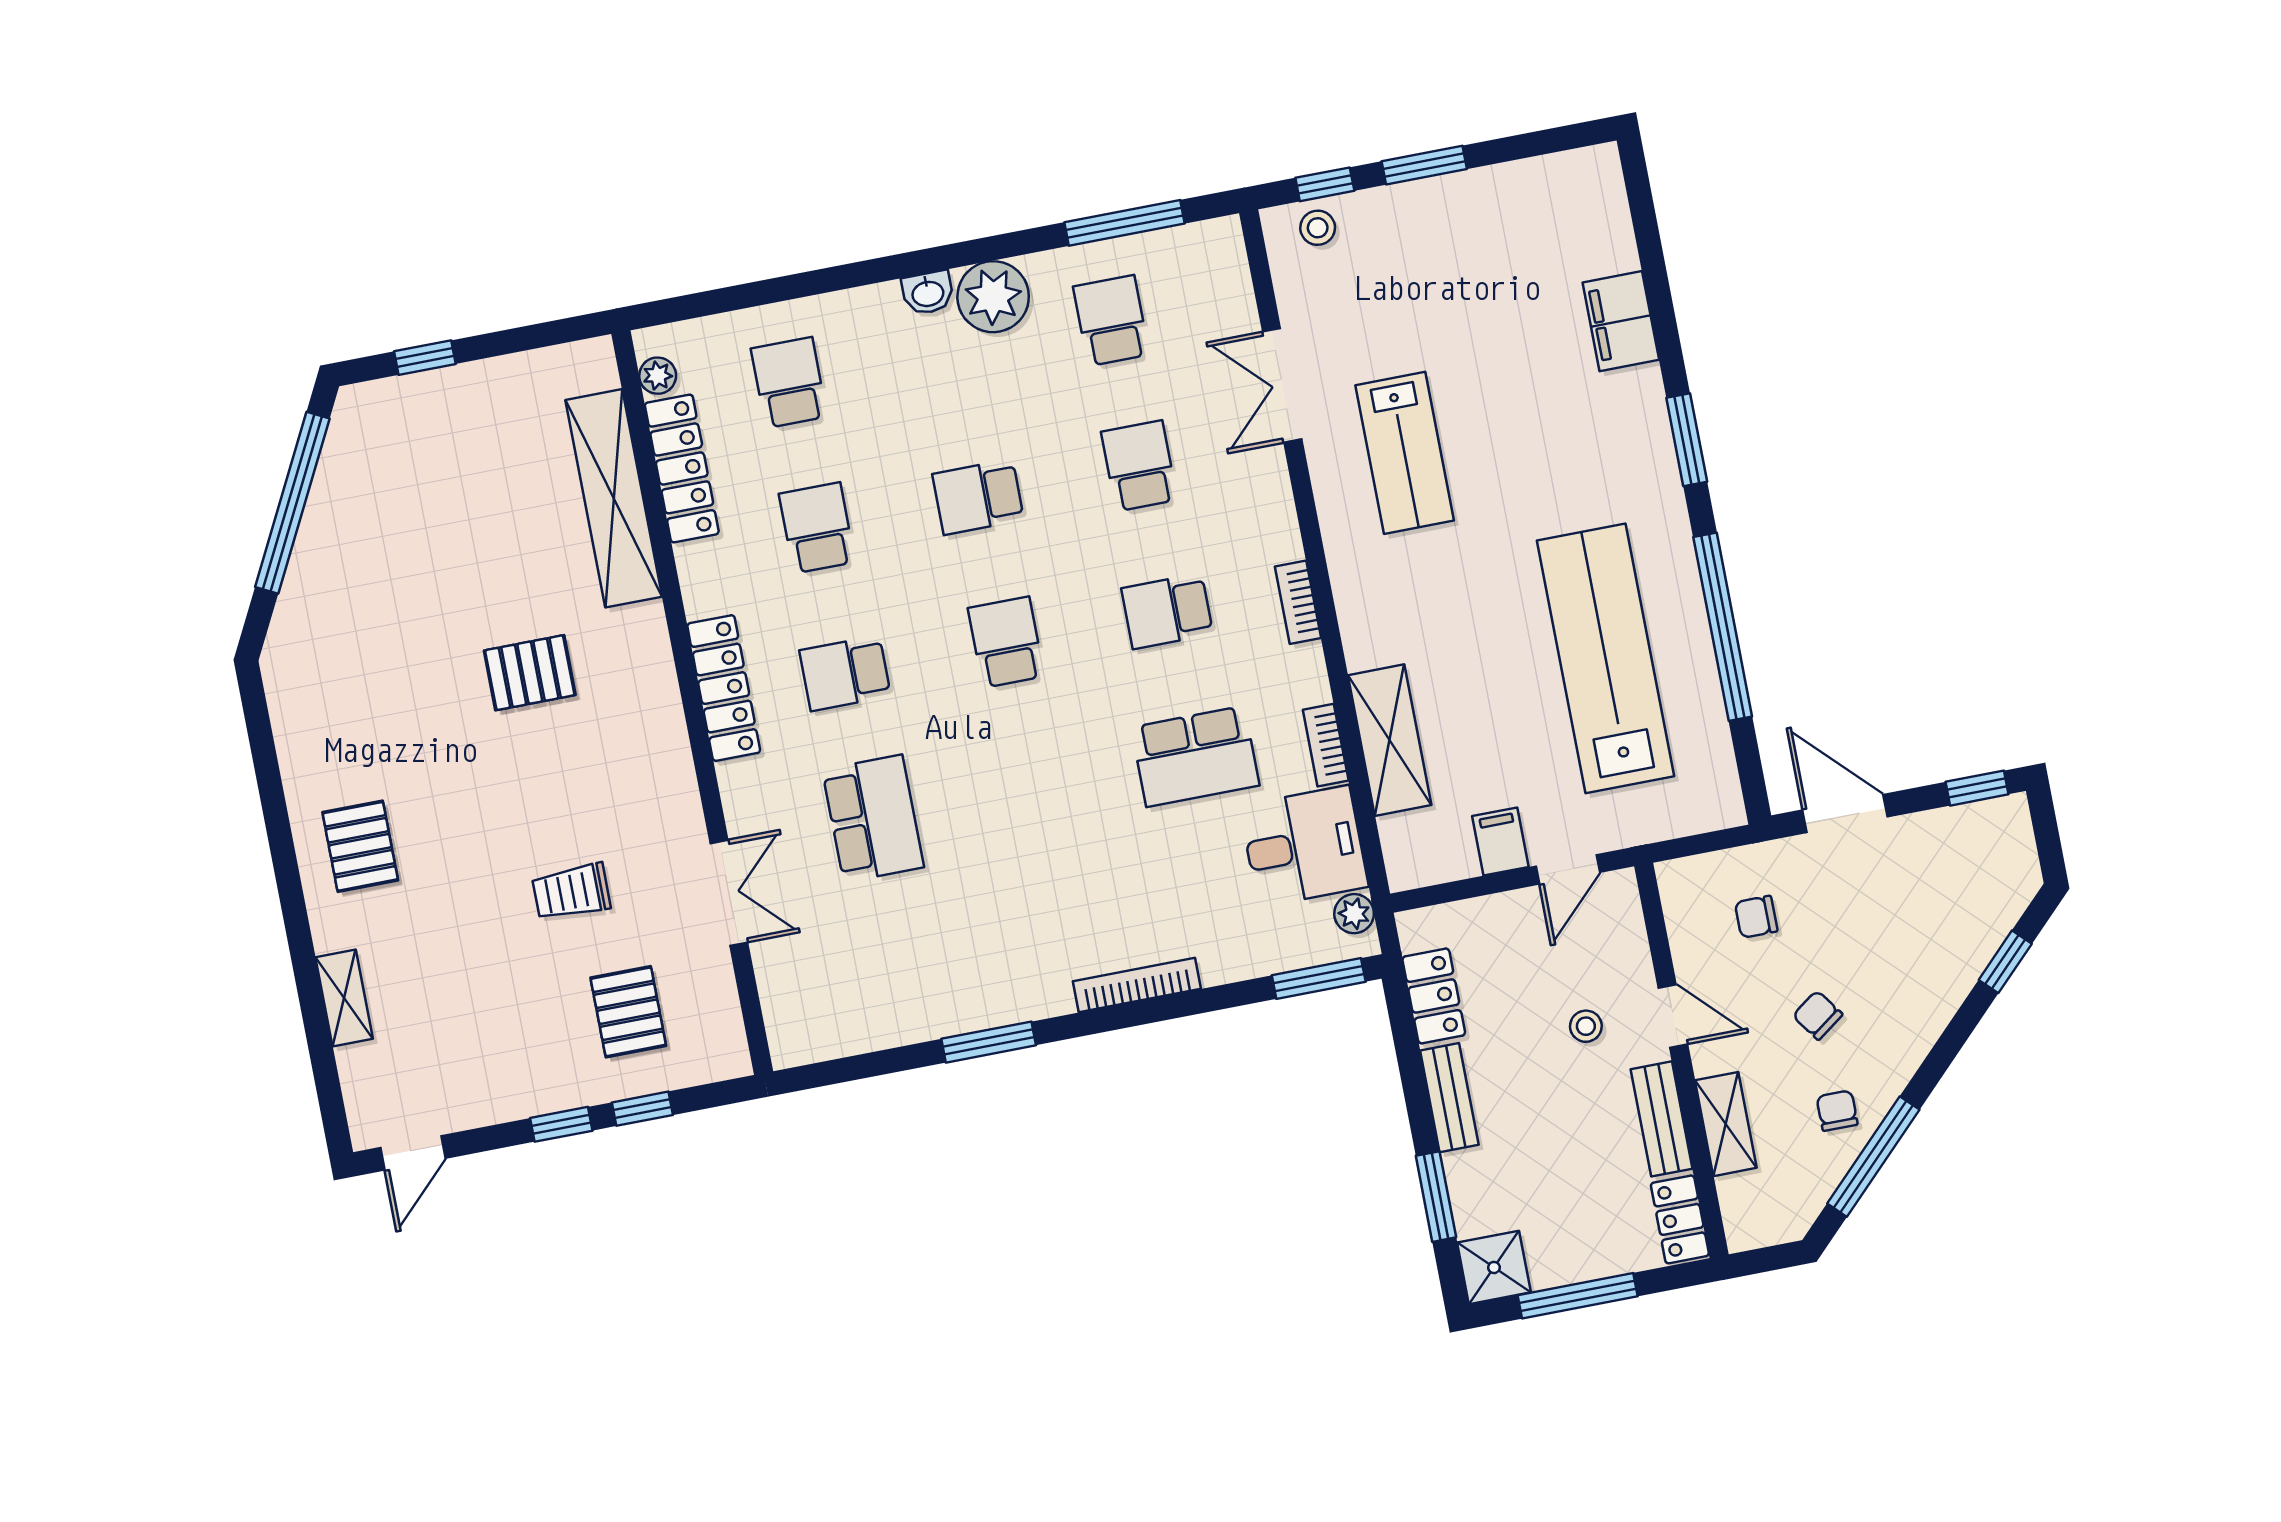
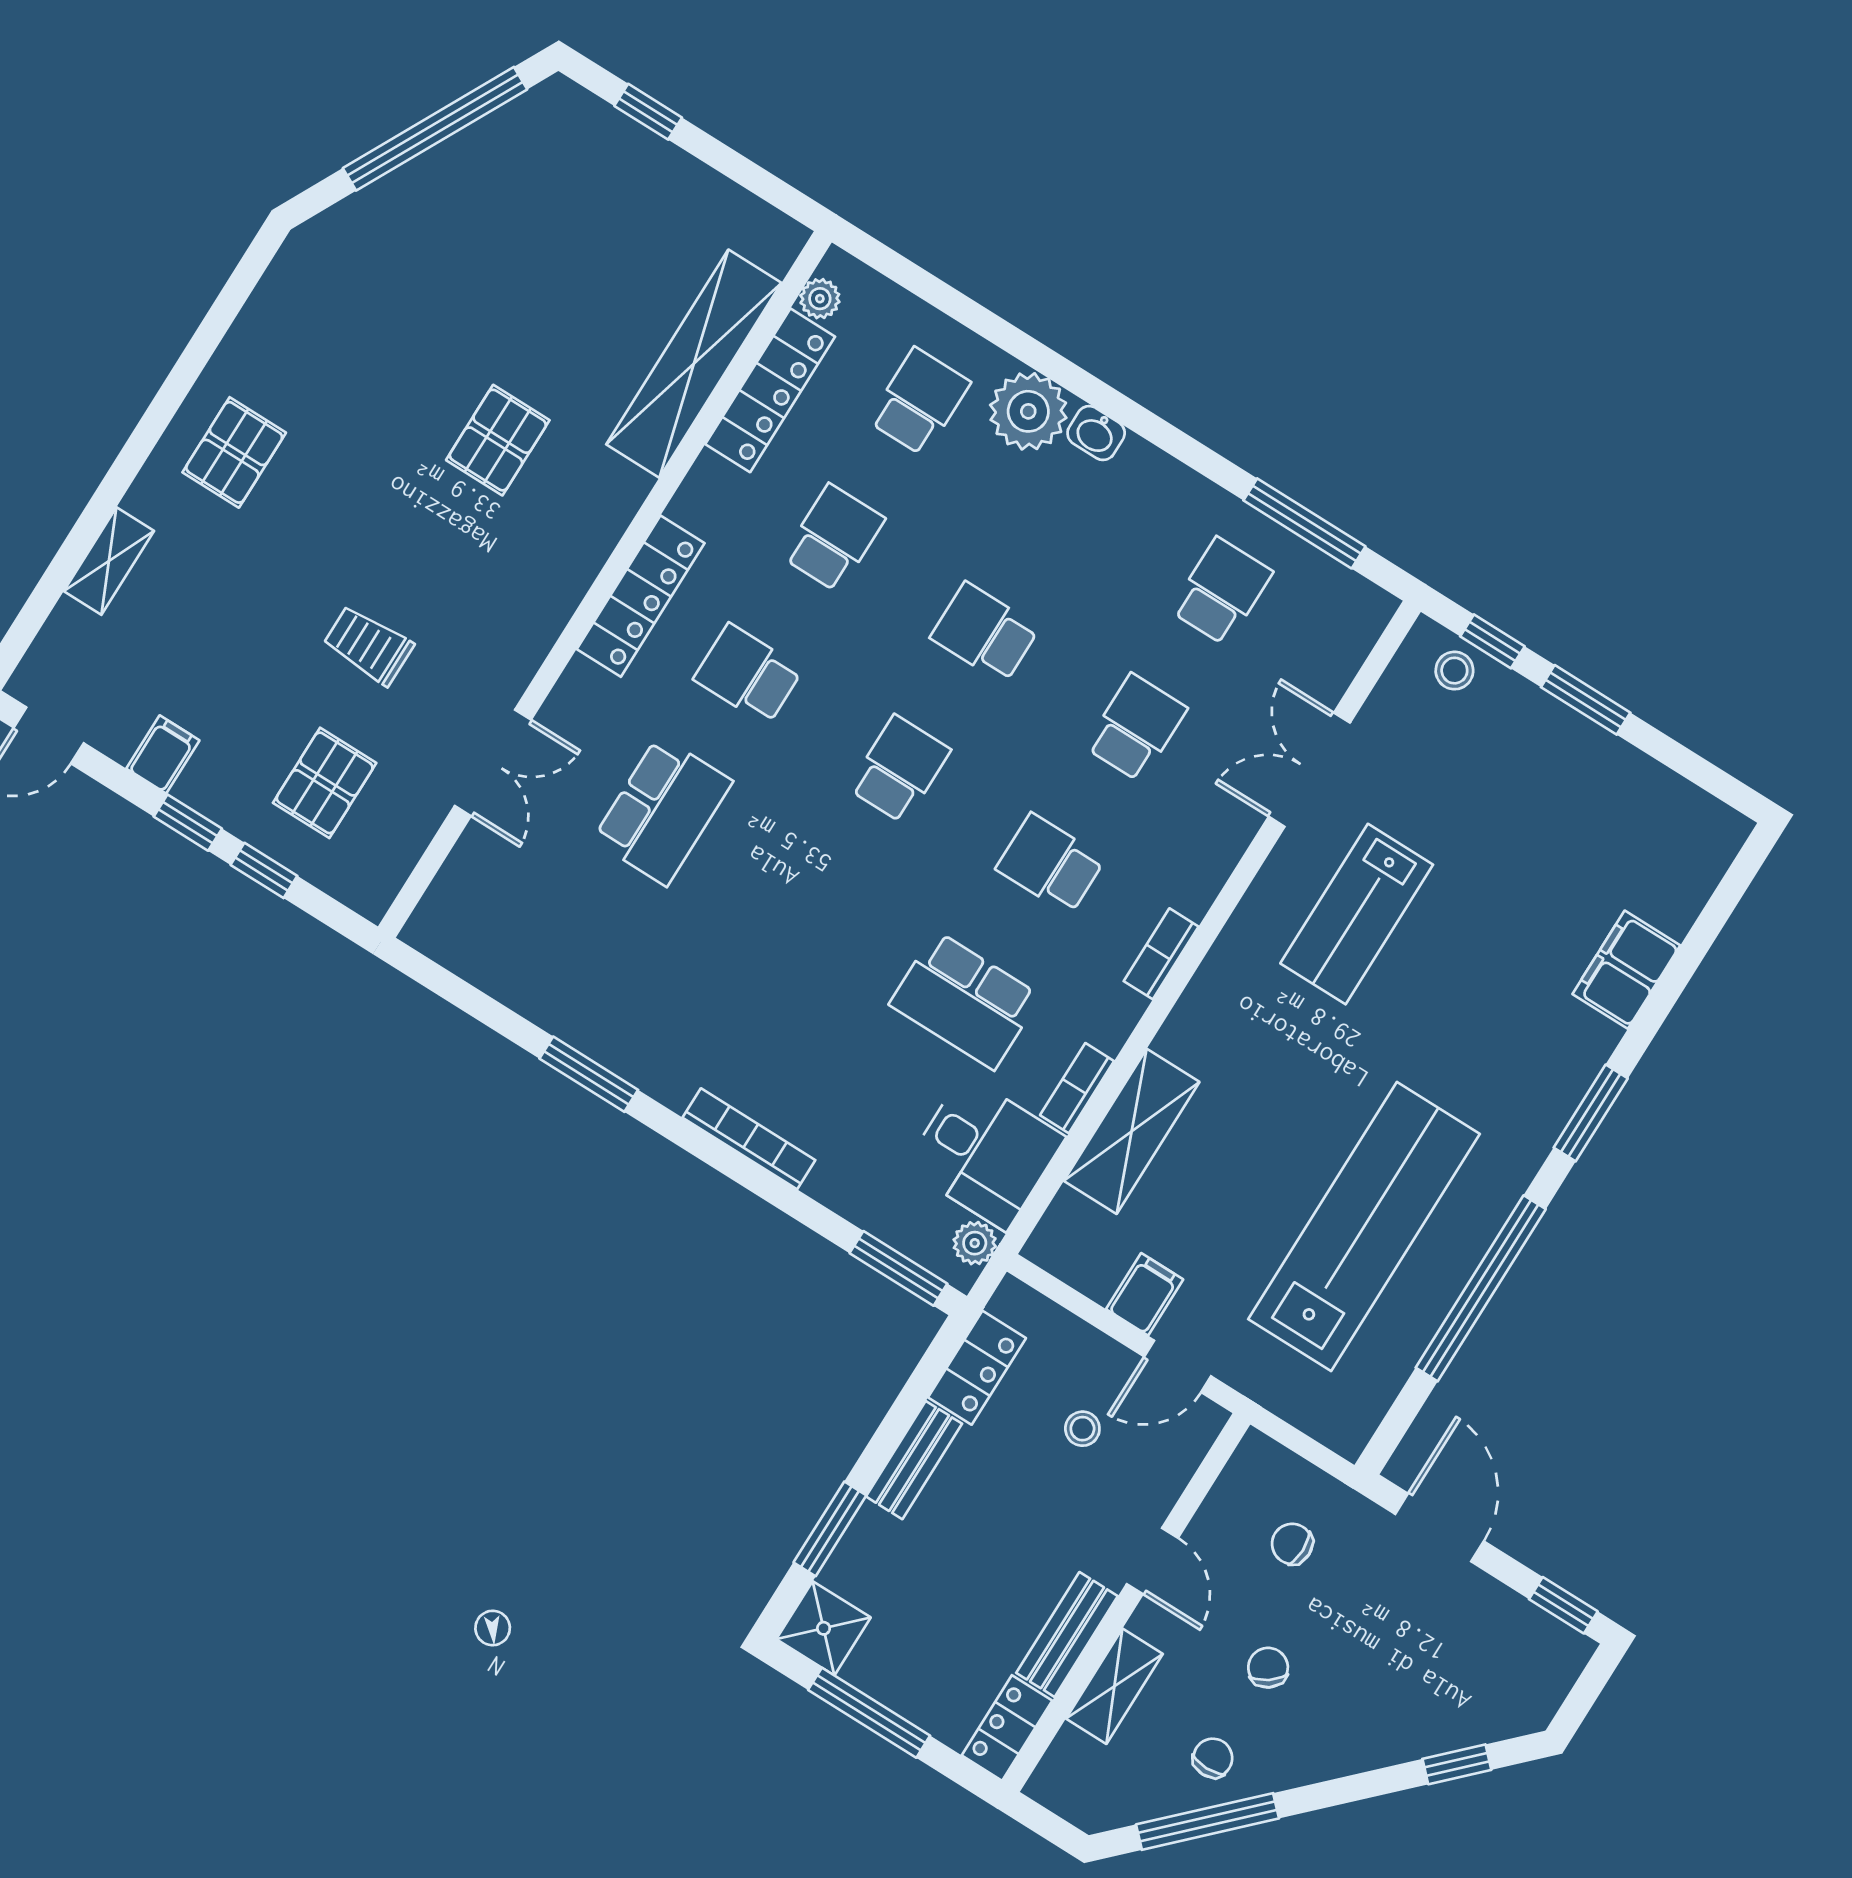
plant: (993, 297) -> (1028, 411), moved
pallet: (530, 673) -> (498, 440), turned 90
stool: (1586, 1026) -> (1082, 1429), moved
filing cabinet: (502, 1094) -> (163, 754), added

